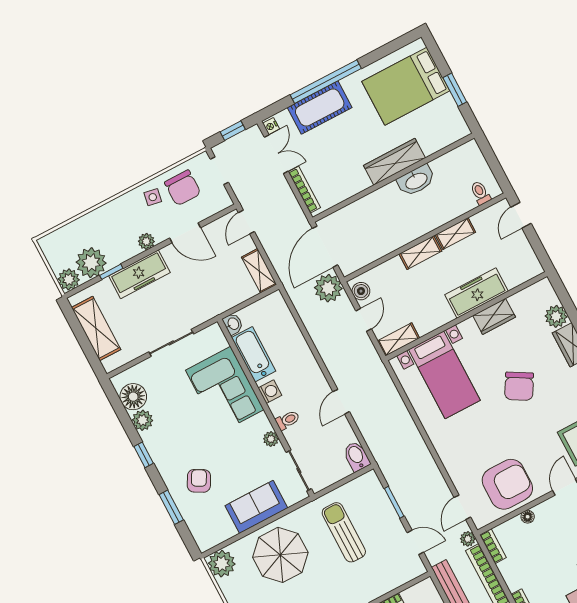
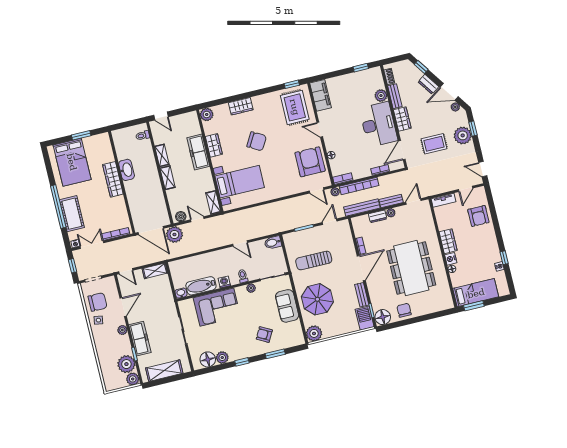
plant: (556, 316) -> (207, 114), moved

